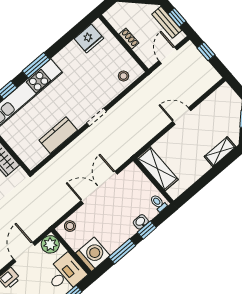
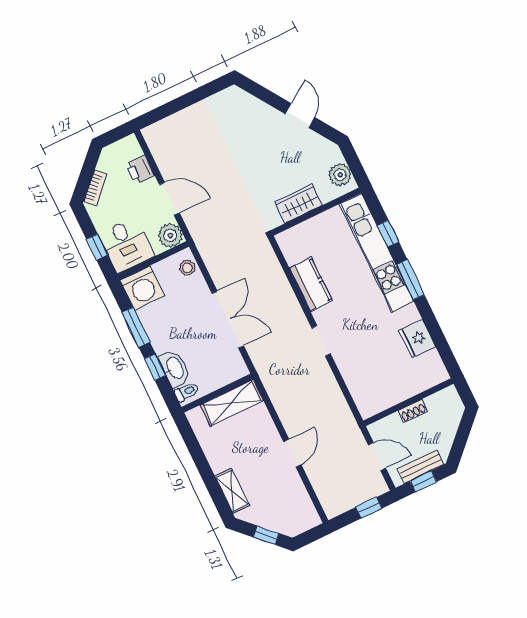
fridge: (89, 38) -> (417, 339), moved
stool: (123, 76) -> (365, 391), removed
washbasin: (141, 222) -> (175, 368), width x1.91, depth x1.45

